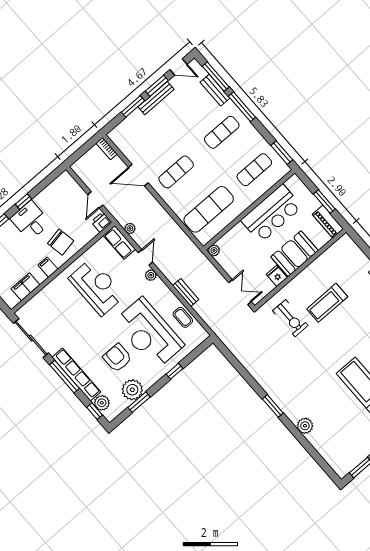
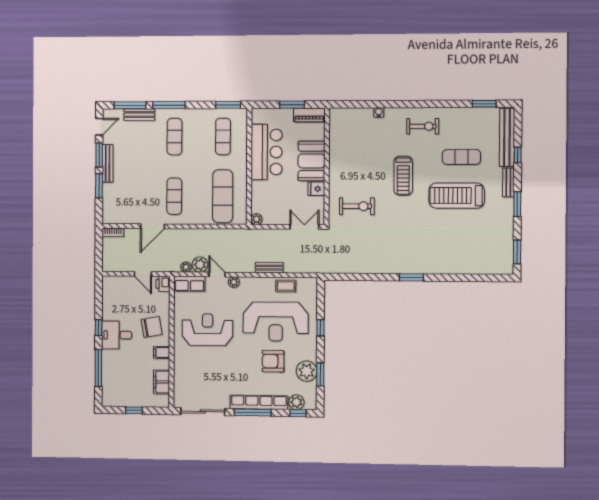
treadmill: (327, 303) -> (403, 176), moved
plant: (305, 426) -> (200, 265), moved

